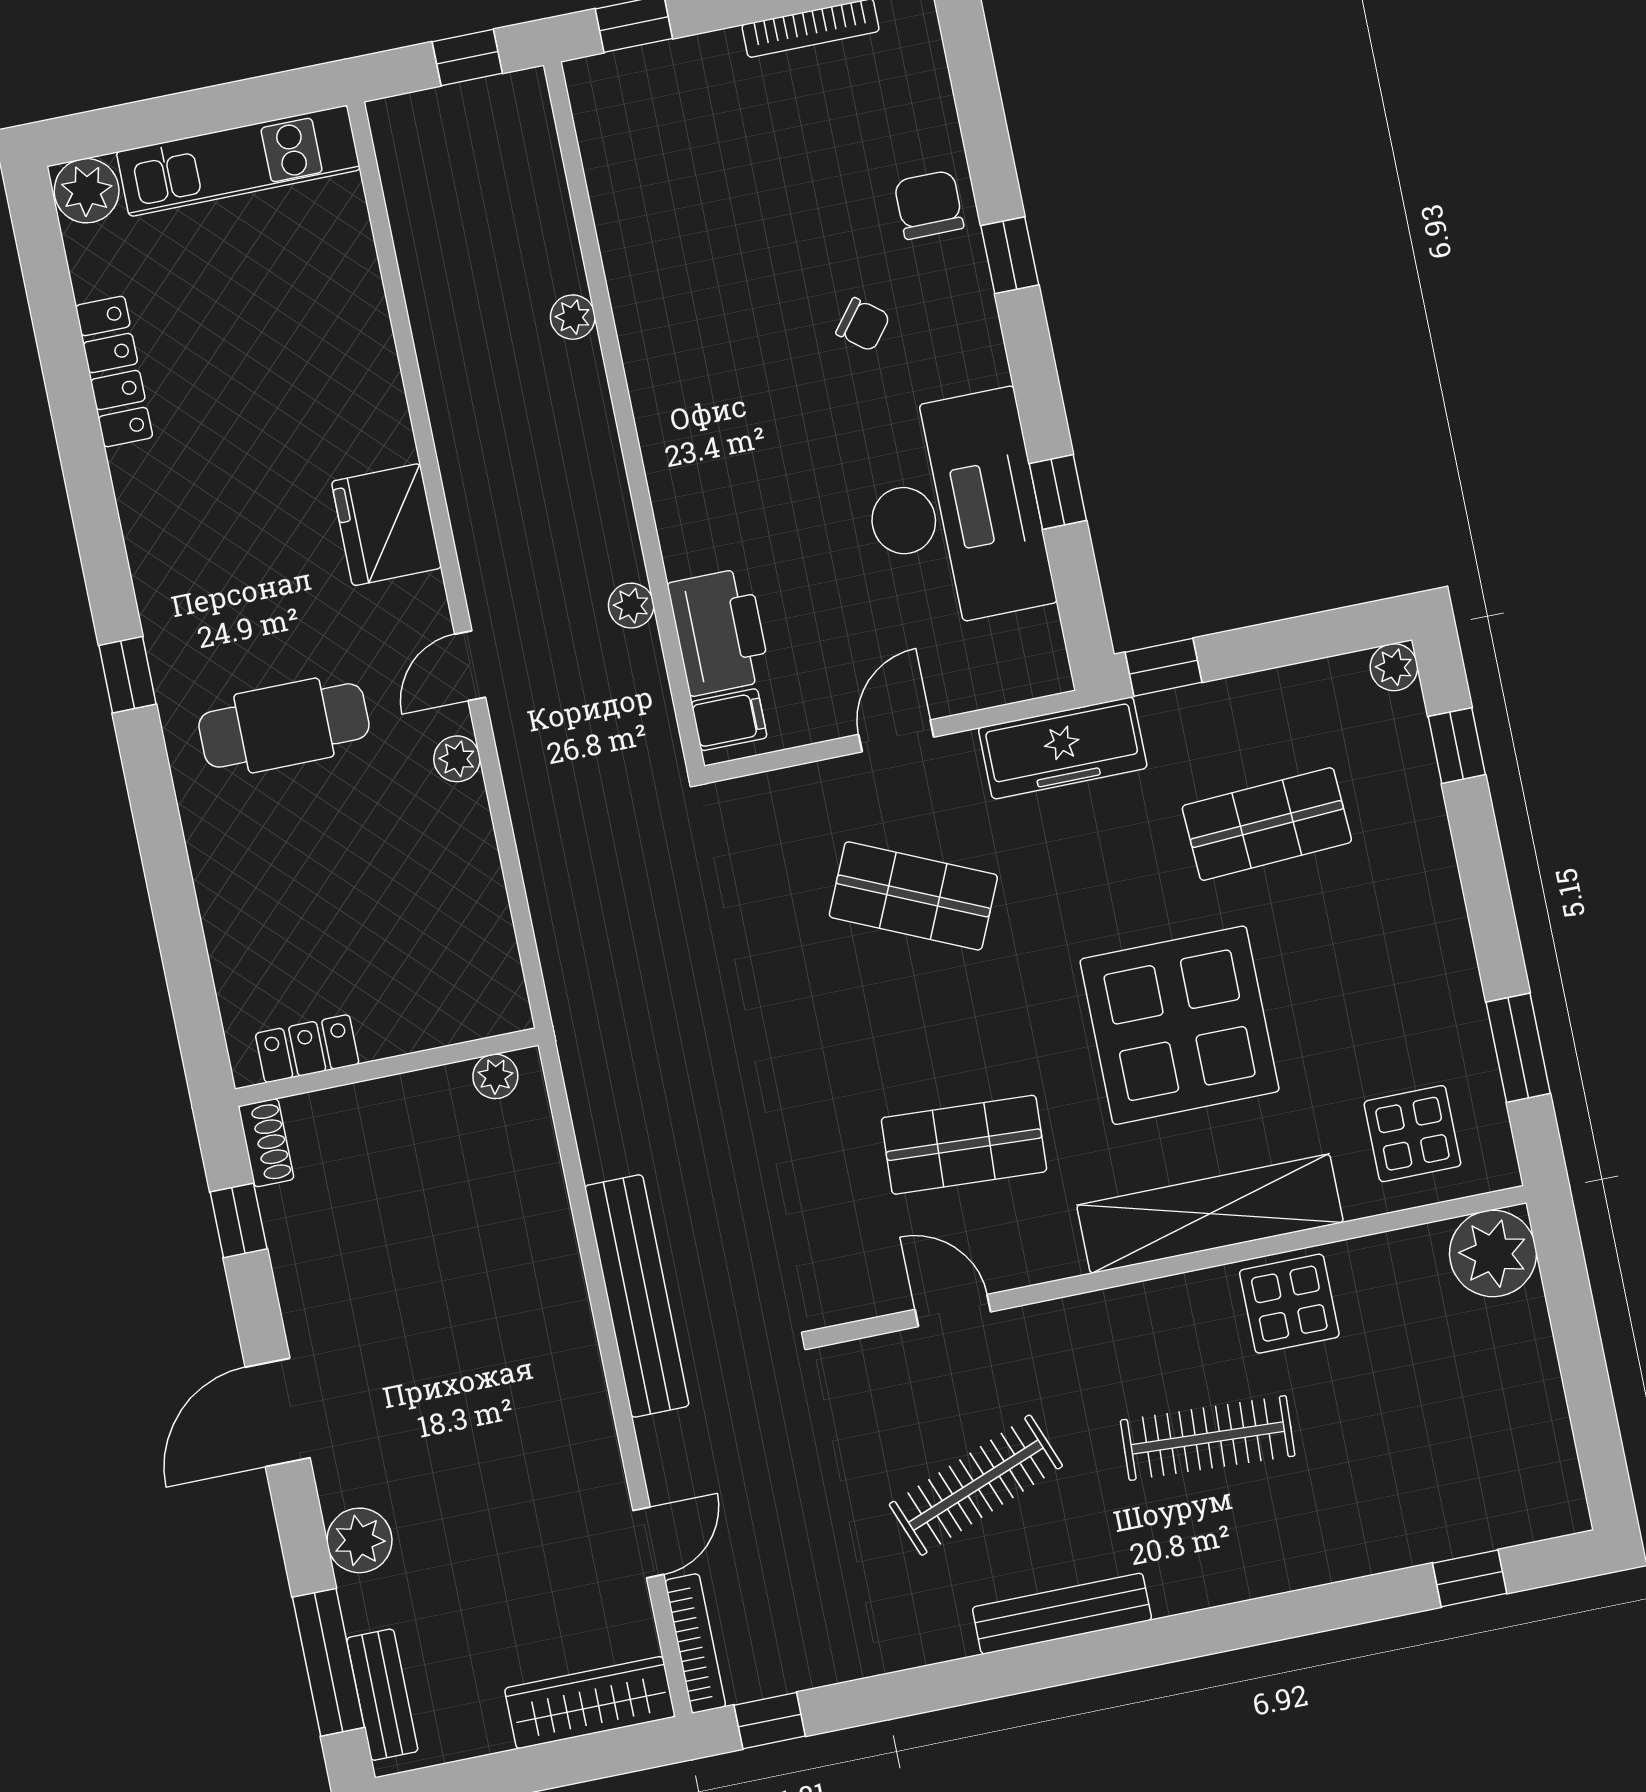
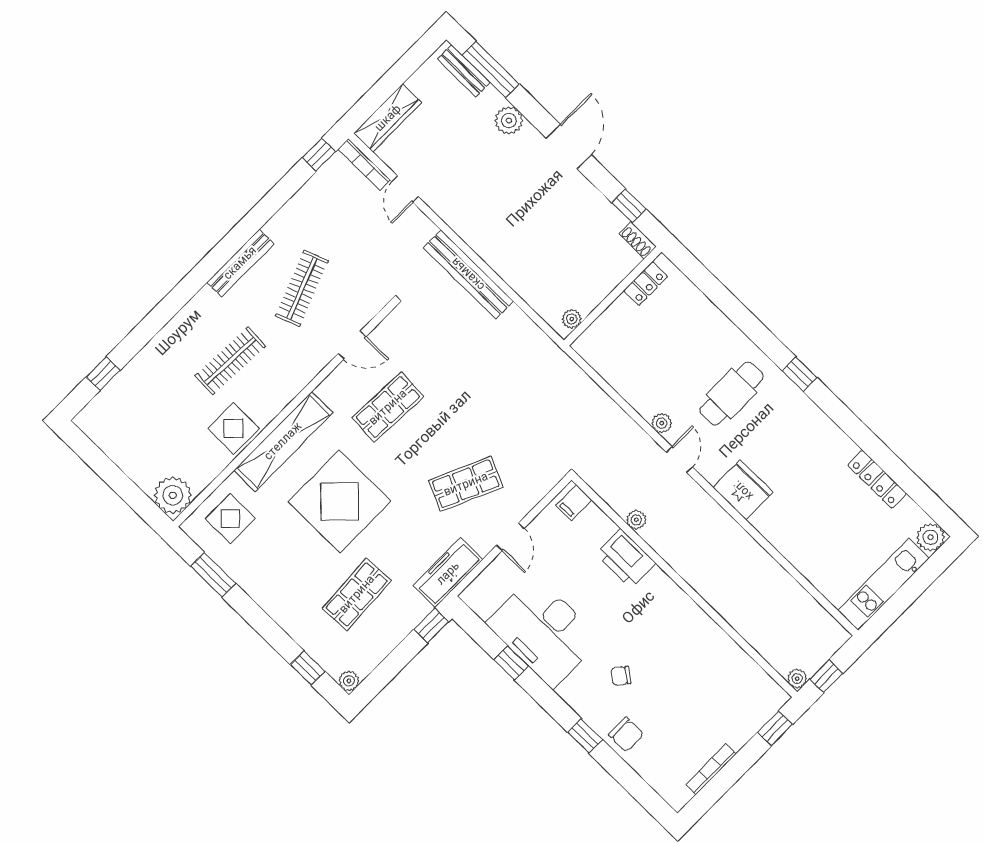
plant: (573, 317) -> (797, 679), moved
printer: (719, 632) -> (626, 558), moved

